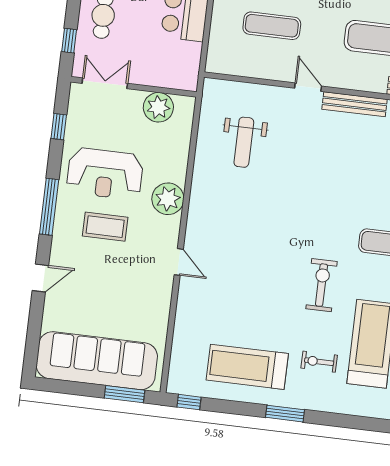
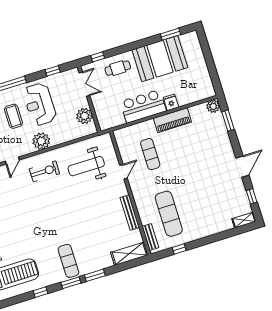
door: (308, 87) -> (123, 172), moved
weight bench: (244, 142) -> (86, 166), width x1.36, depth x1.33
exercise bike: (321, 285) -> (44, 171), moved

